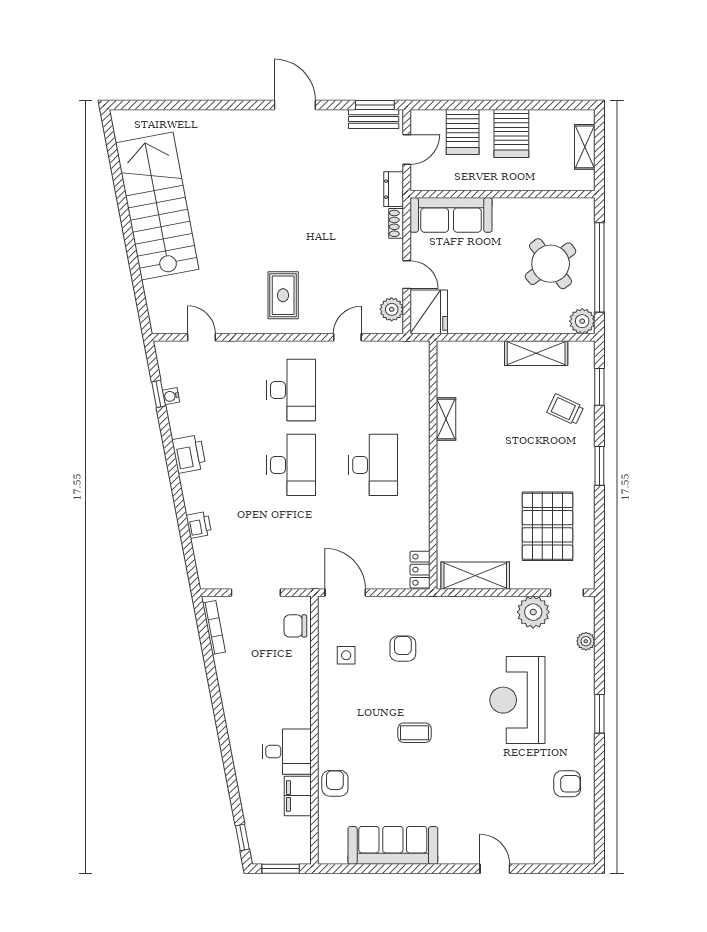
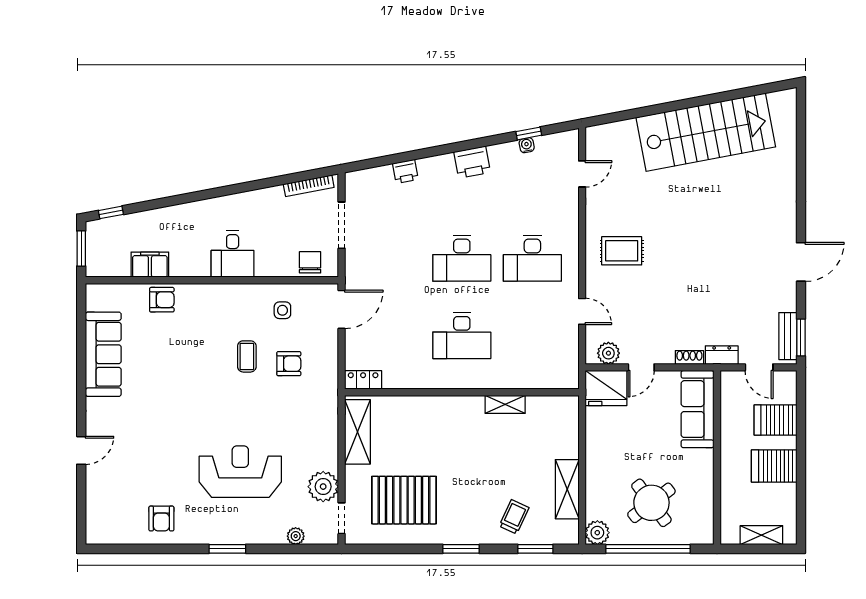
coffee table: (415, 733) -> (247, 356), moved
desk: (287, 752) -> (233, 254), moved

